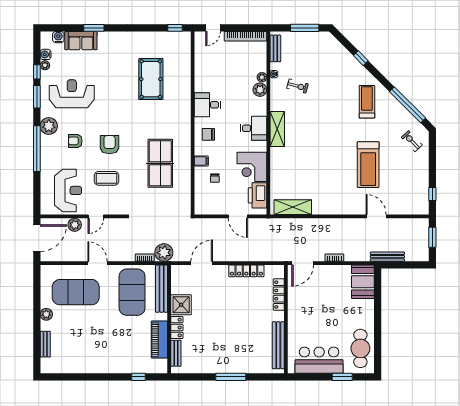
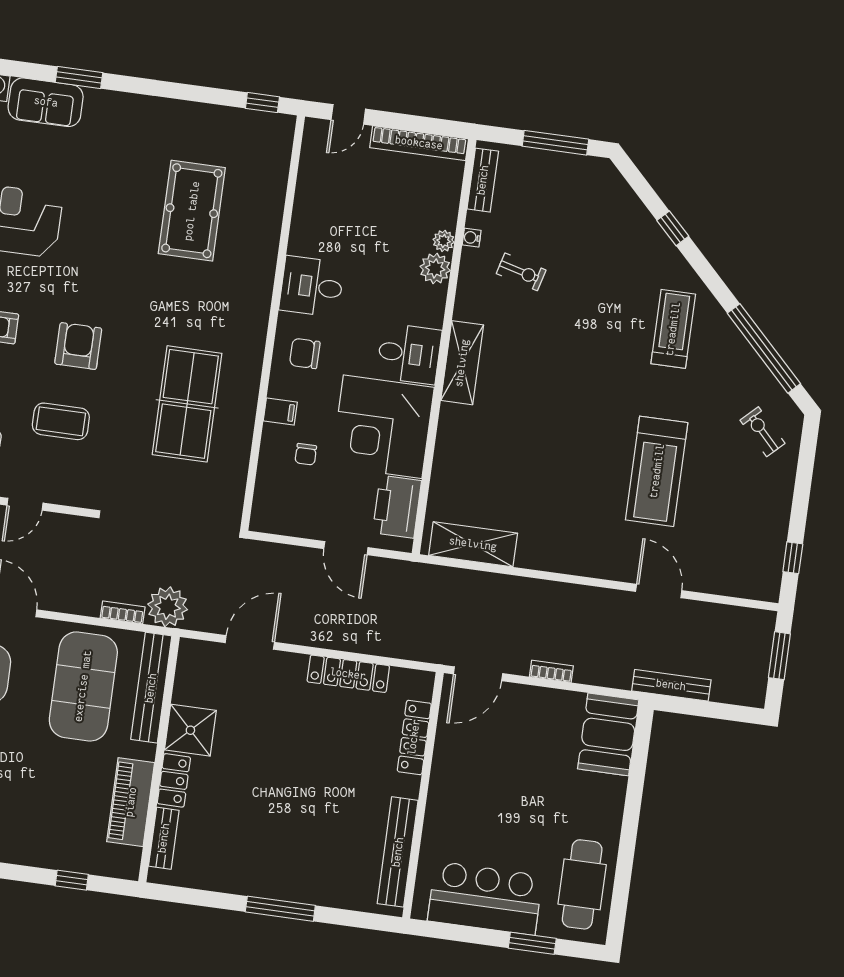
corner desk: (252, 167) -> (383, 427), width x1.36, depth x1.36

